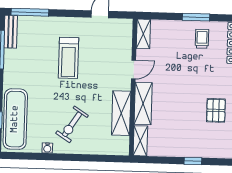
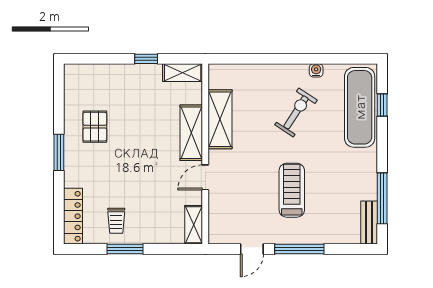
window: (30, 12) -> (299, 249), moved
exercise bike: (72, 124) -> (296, 112), moved
shelving: (140, 141) -> (183, 73), moved, turned 90
window: (193, 161) -> (146, 59), moved

